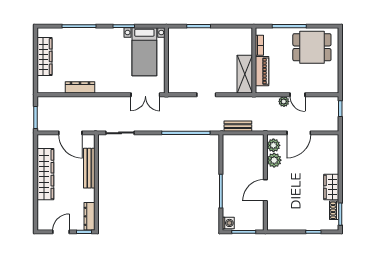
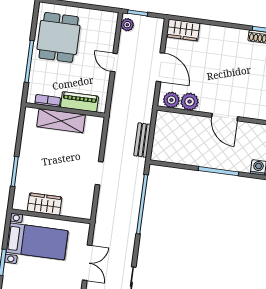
wardrobe: (175, 54) -> (45, 204), added
shelving: (245, 74) -> (61, 121), moved
double door: (145, 95) -> (87, 263), moved
door: (298, 95) -> (114, 62), swing flipped
plant: (284, 101) -> (127, 25), moved
wardrobe: (331, 187) -> (183, 30), moved

